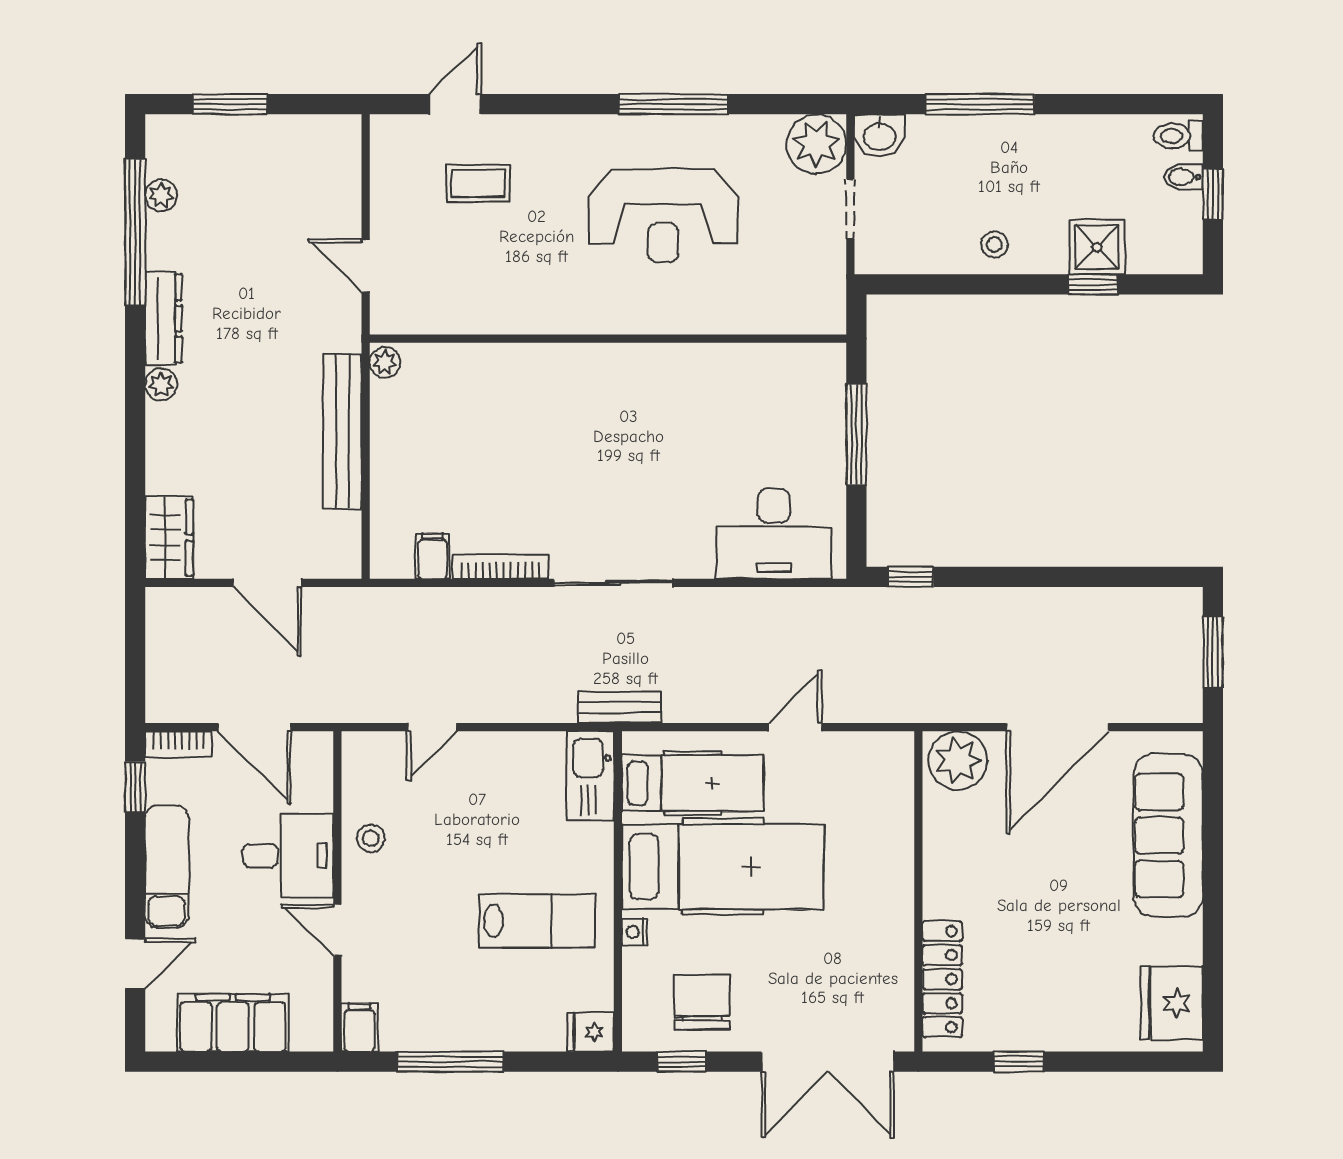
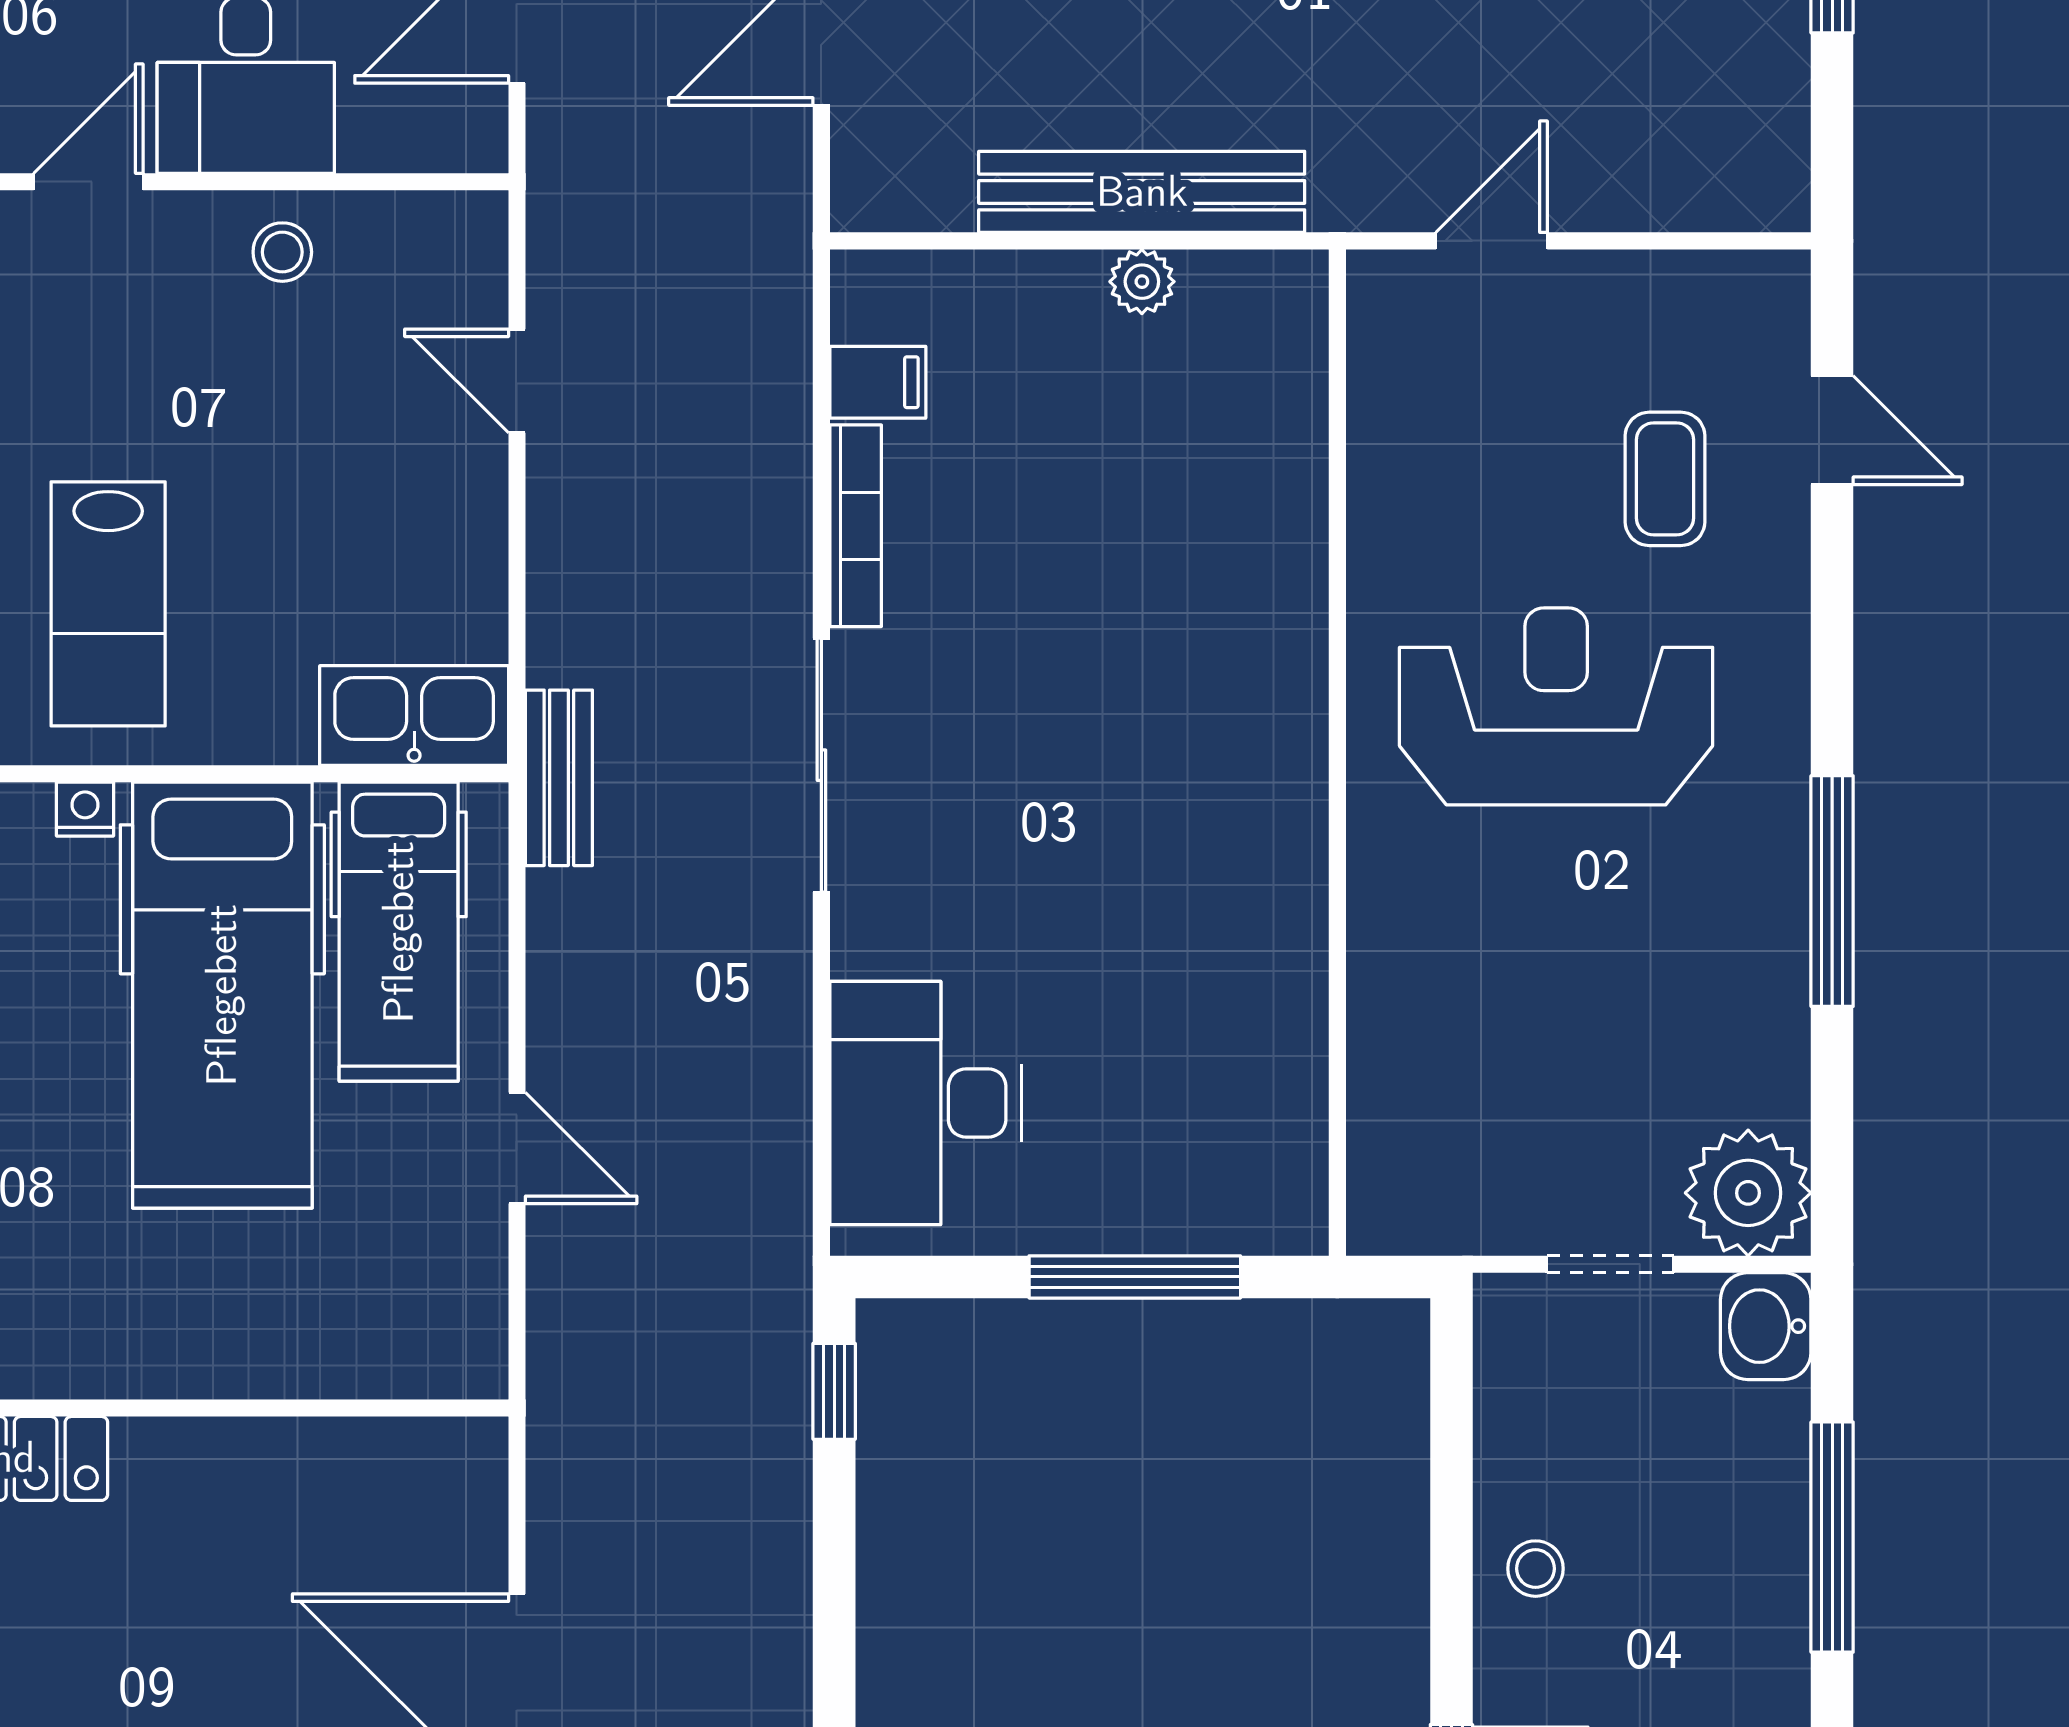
reception desk: (663, 215) -> (1556, 706), moved, turned 90
plant: (385, 362) -> (1142, 282), moved
plant: (958, 760) -> (447, 1492), removed

